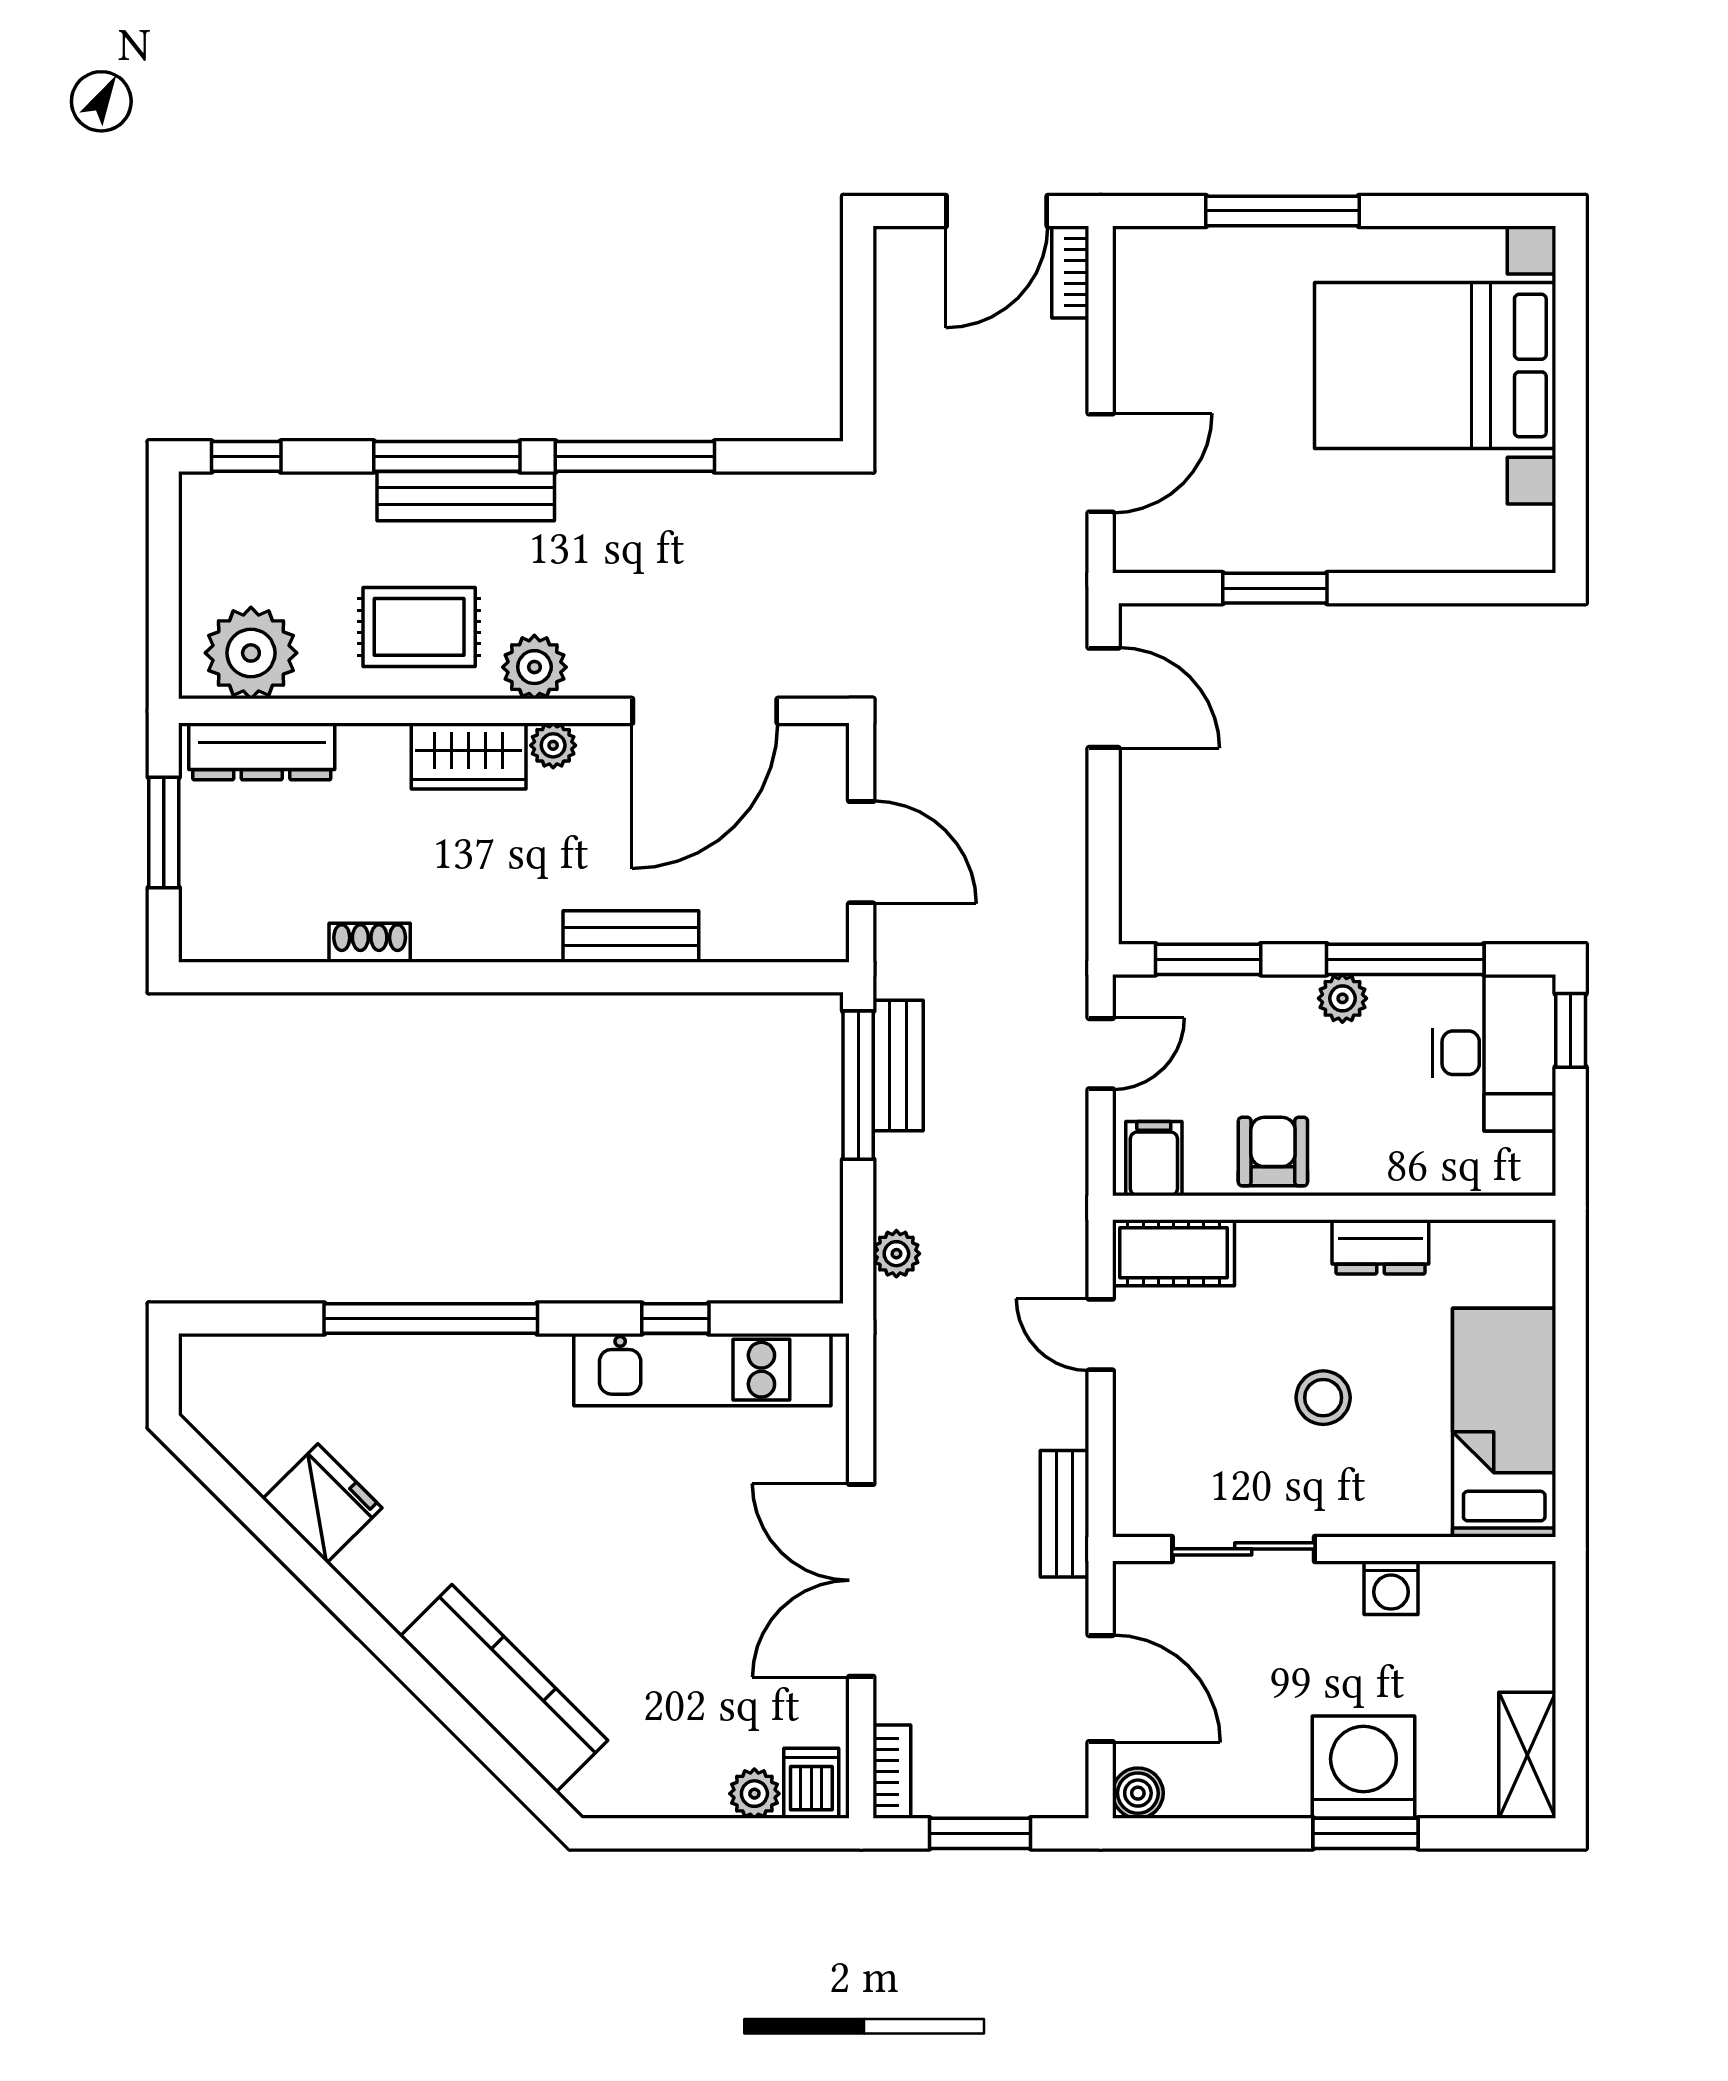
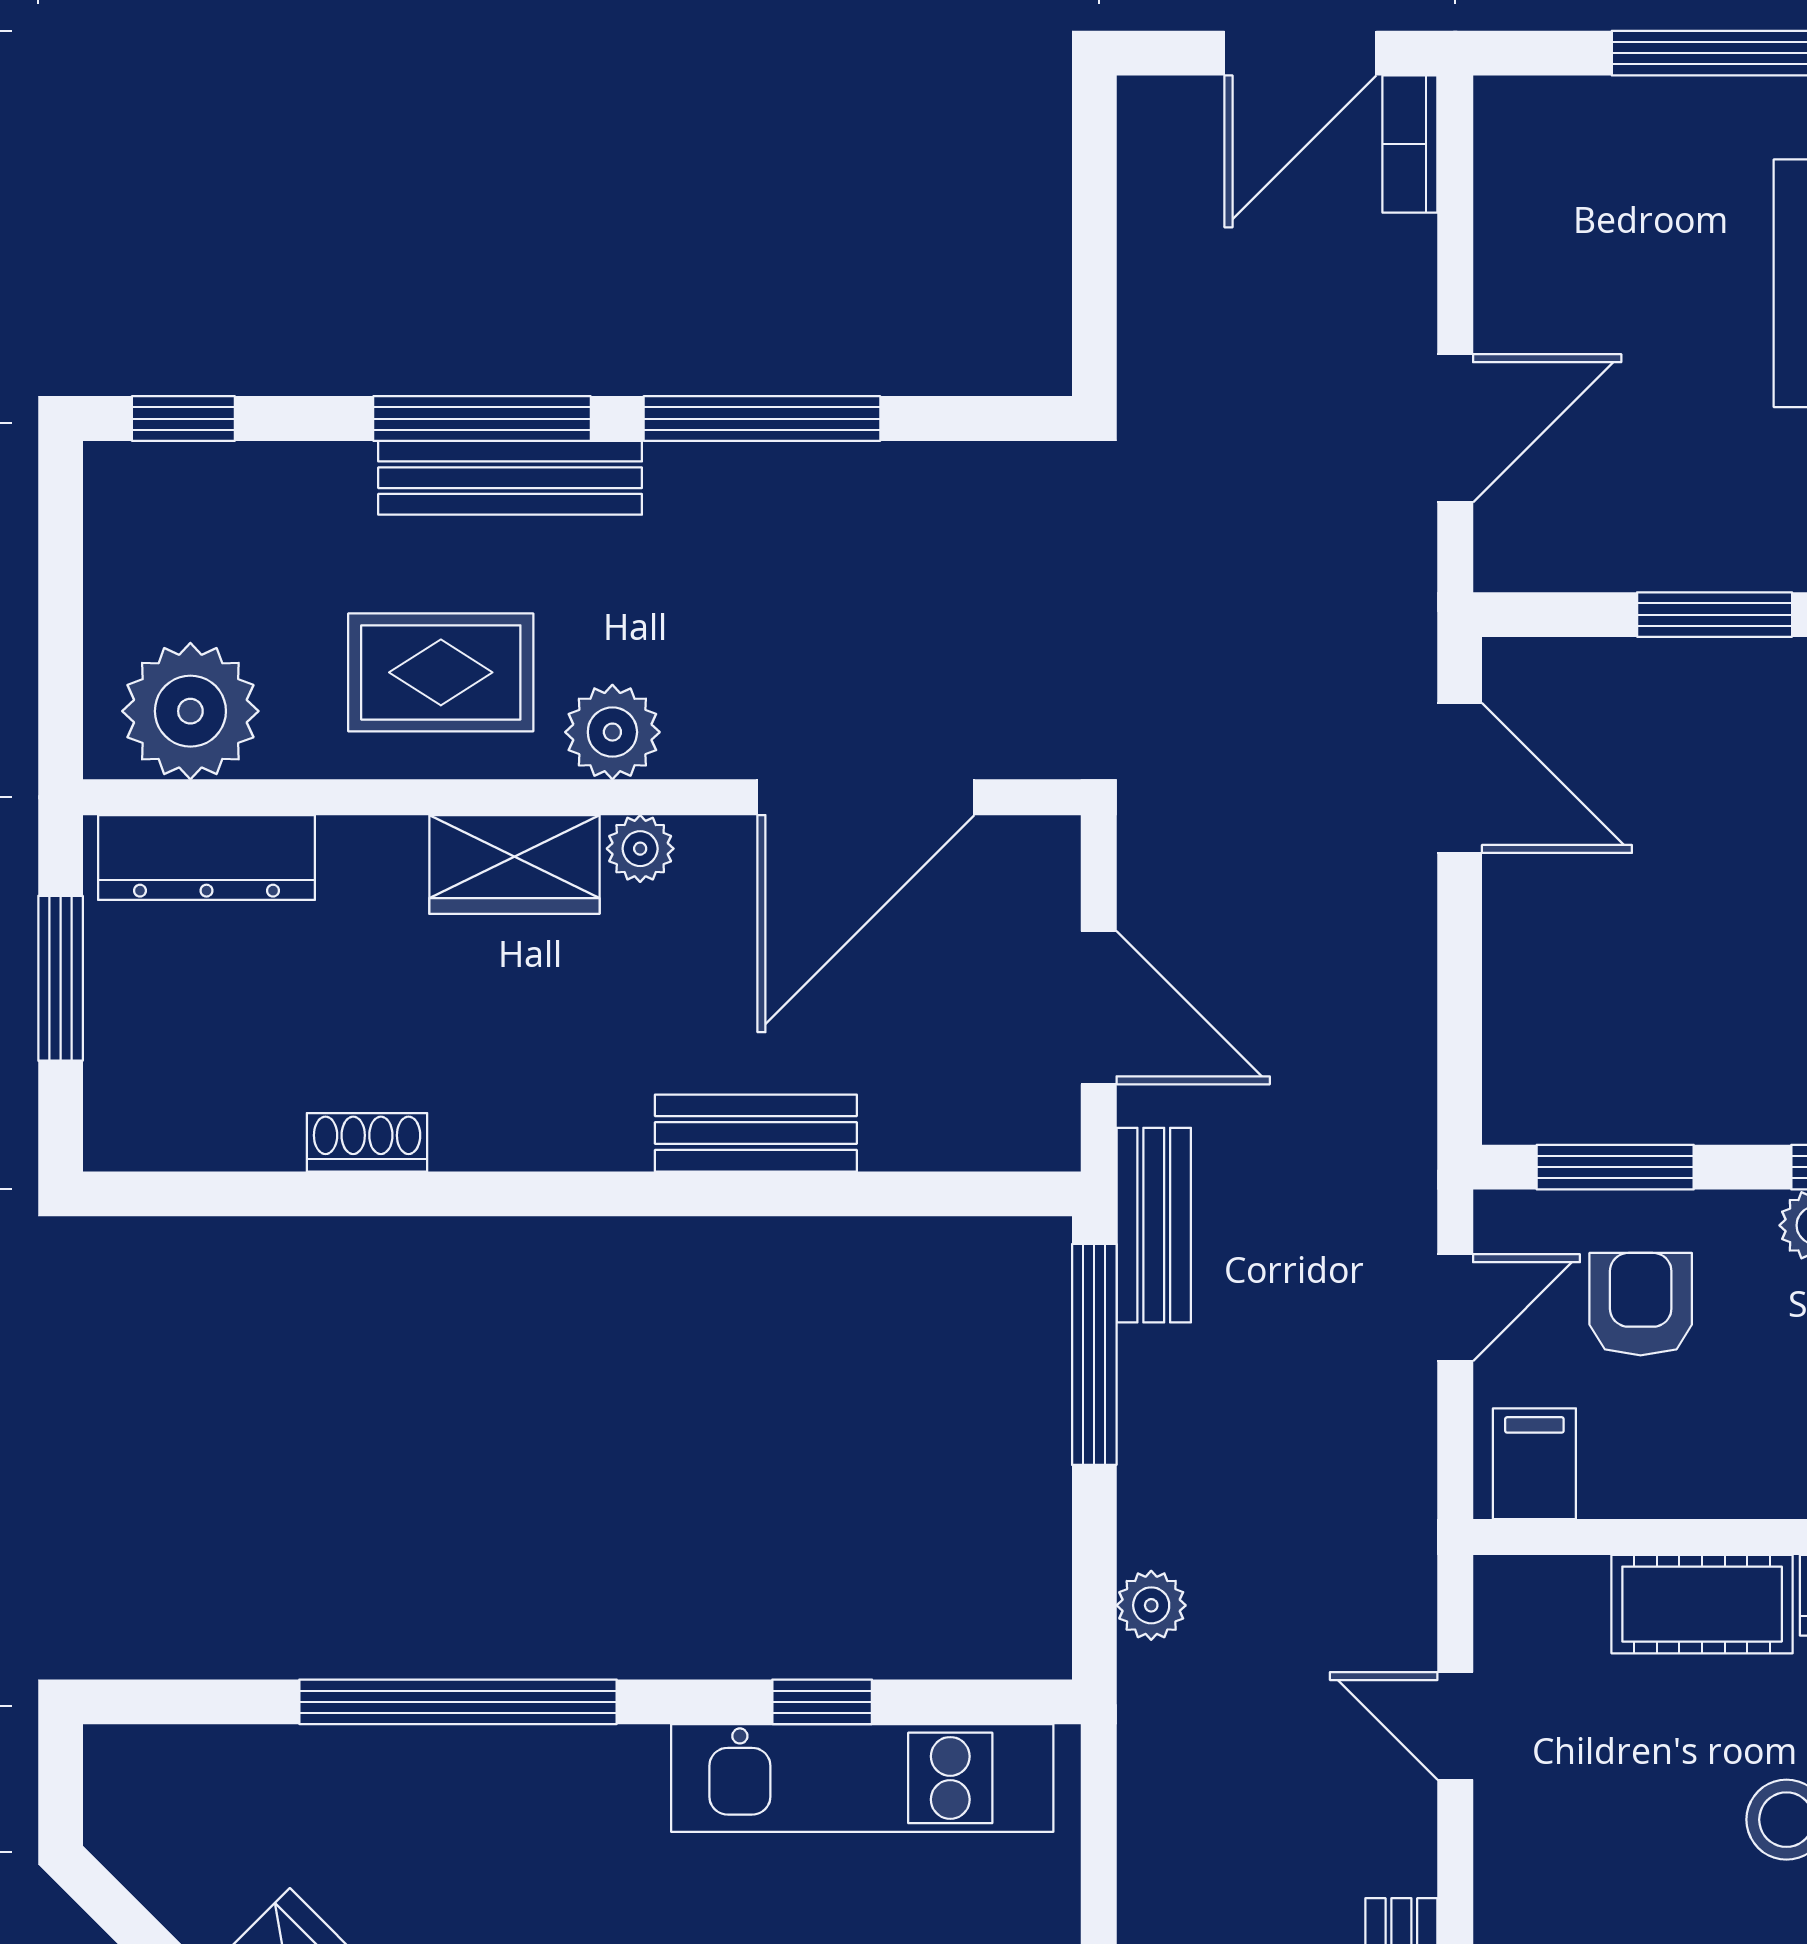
bench: (898, 1066) -> (1154, 1225), moved
armchair: (1273, 1152) -> (1641, 1304), moved
cot: (1174, 1253) -> (1702, 1604), moved

